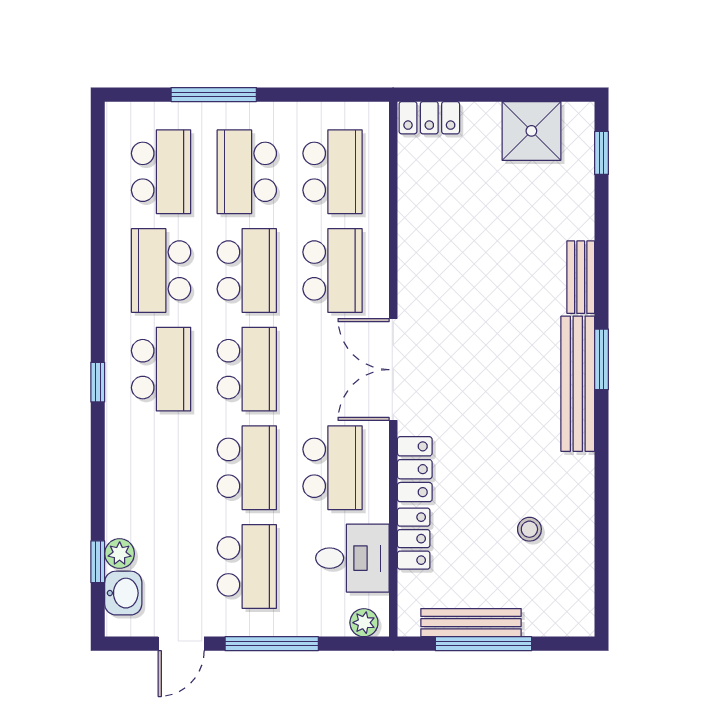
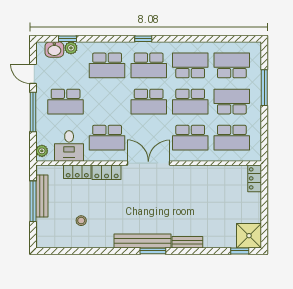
shower: (531, 131) -> (249, 236), moved
school desk: (161, 172) -> (232, 65), turned 180
school desk: (247, 468) -> (107, 65), moved

